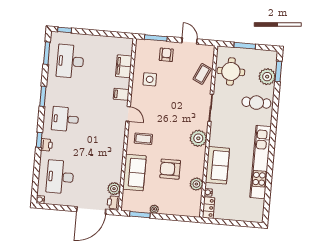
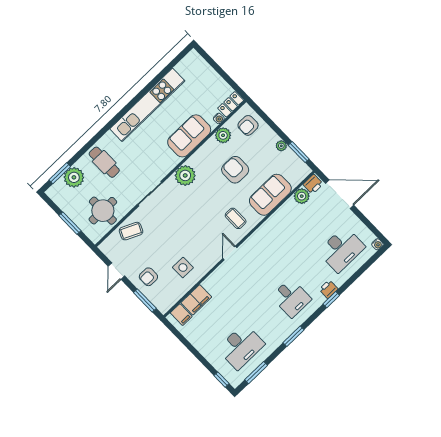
filing cabinet: (121, 94) -> (181, 315), moved
armchair: (170, 169) -> (235, 170), turned 180
armchair: (186, 204) -> (248, 125), added

